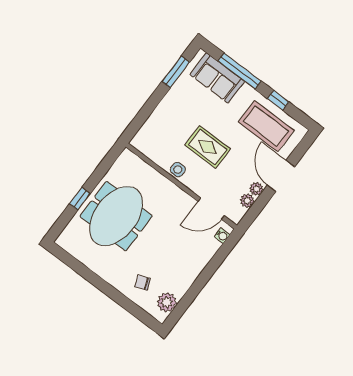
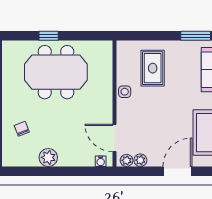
rug: (208, 147) -> (153, 68), moved
plant: (256, 189) -> (127, 160), moved
plant: (167, 302) -> (48, 157), moved

